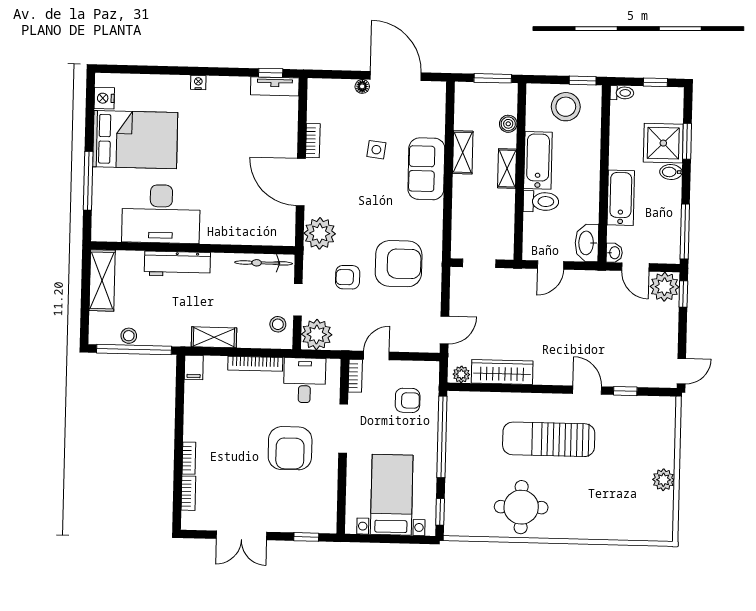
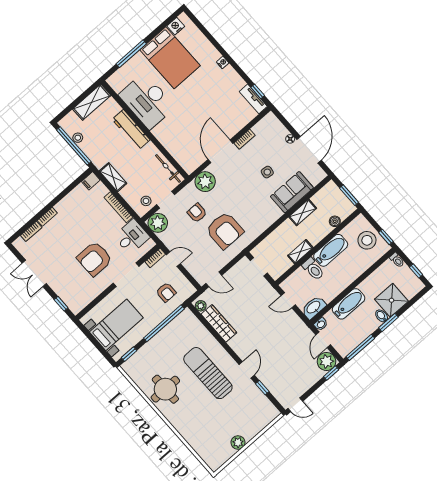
window: (687, 141) -> (388, 323), moved
sofa: (426, 169) -> (292, 192), moved
shelving: (507, 169) -> (300, 252), moved

